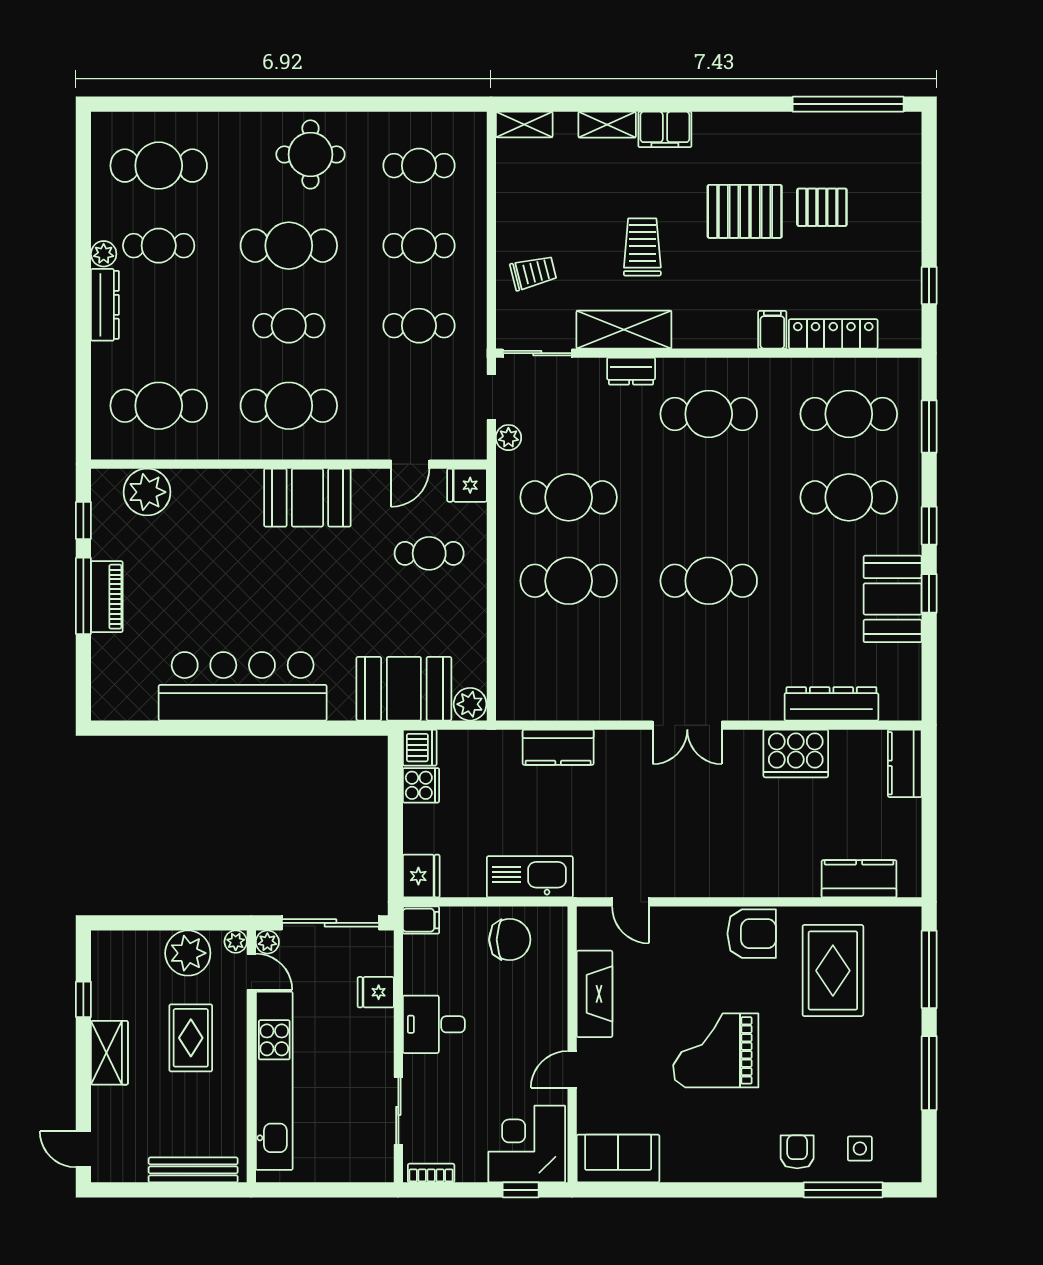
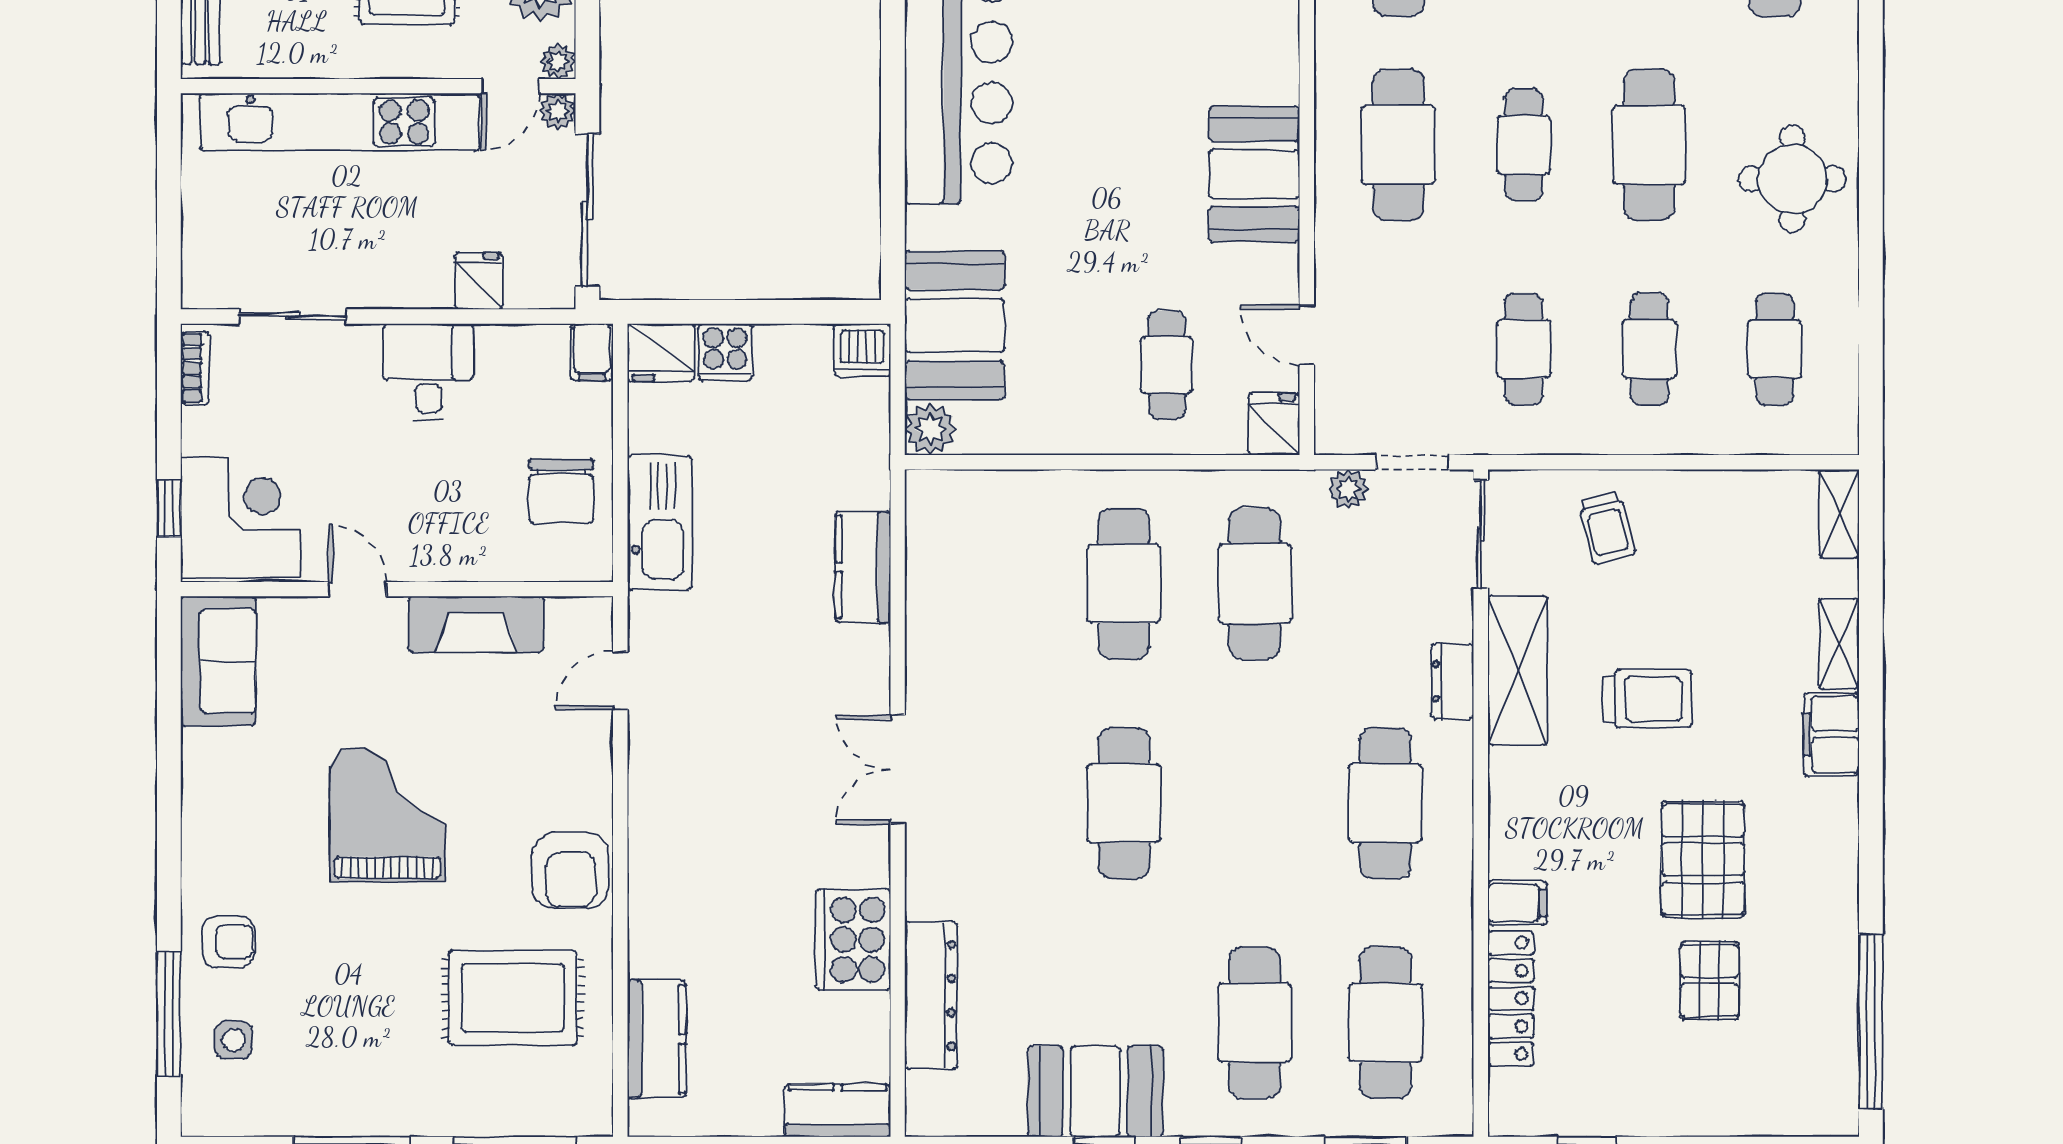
cooker: (421, 785) -> (725, 352), moved

